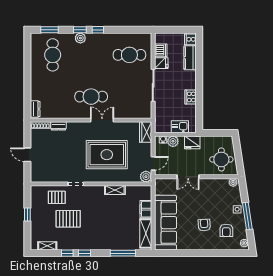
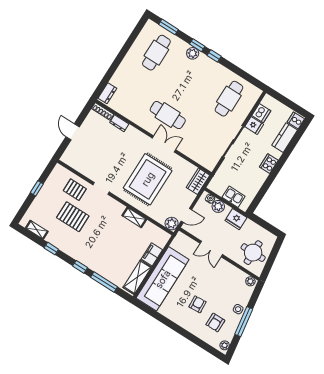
cafe table: (129, 55) -> (229, 99), turned 90
cooker: (191, 97) -> (269, 164), moved
rug: (107, 155) -> (148, 179), turned 90
window: (84, 253) -> (80, 267), moved

